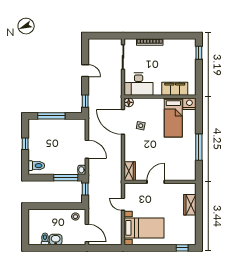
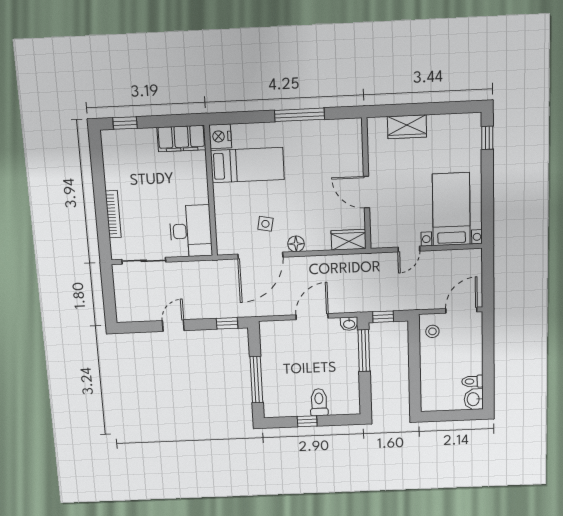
filing cabinet: (175, 89) -> (181, 138), moved, turned -90
floor lamp: (129, 102) -> (296, 244), moved
toilet: (36, 166) -> (319, 402), moved
washbasin: (56, 239) -> (474, 399), moved

